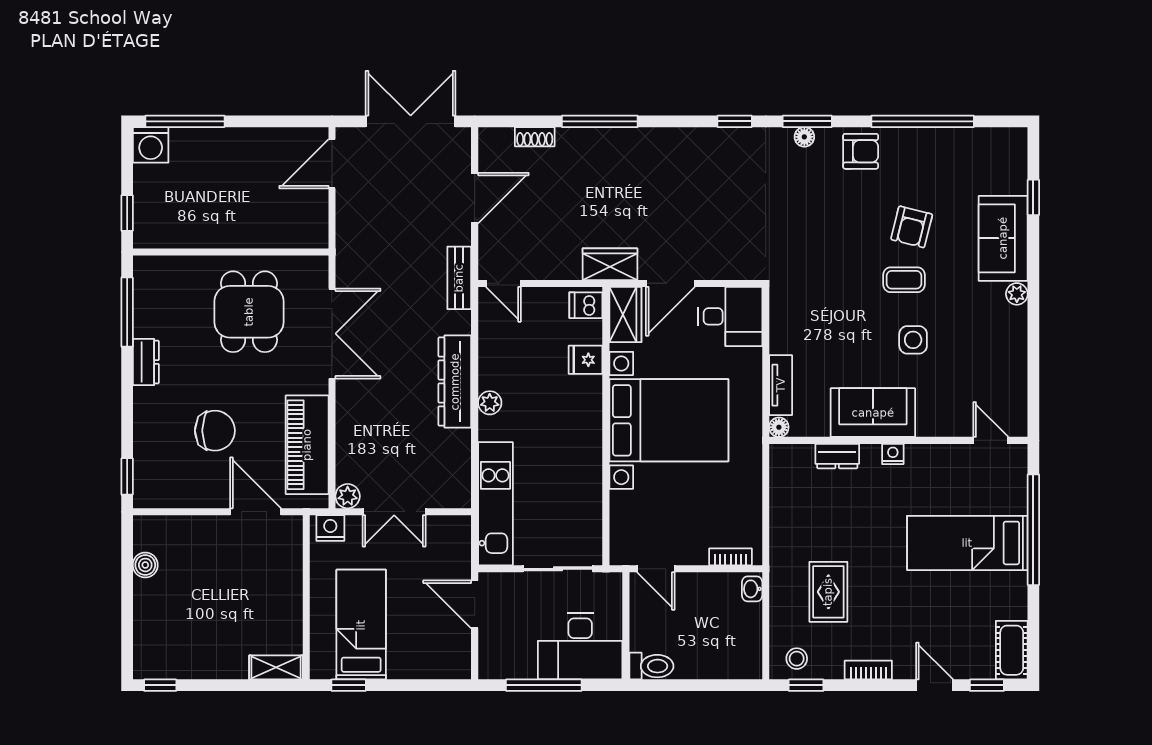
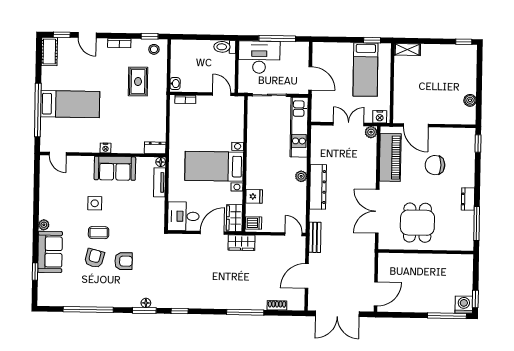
armchair: (861, 151) -> (124, 261), moved, turned 180
window: (127, 213) -> (475, 299), moved
bed with nightstands: (669, 420) -> (214, 166), width x0.73
dresser: (837, 456) -> (155, 148), moved

